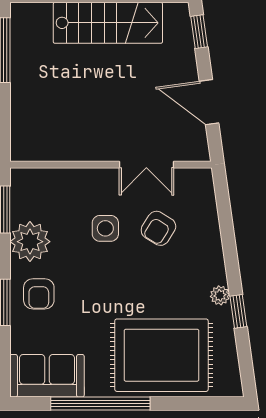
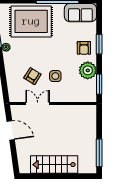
window: (199, 32) -> (15, 161), removed
armchair: (39, 294) -> (84, 48), turned 180

